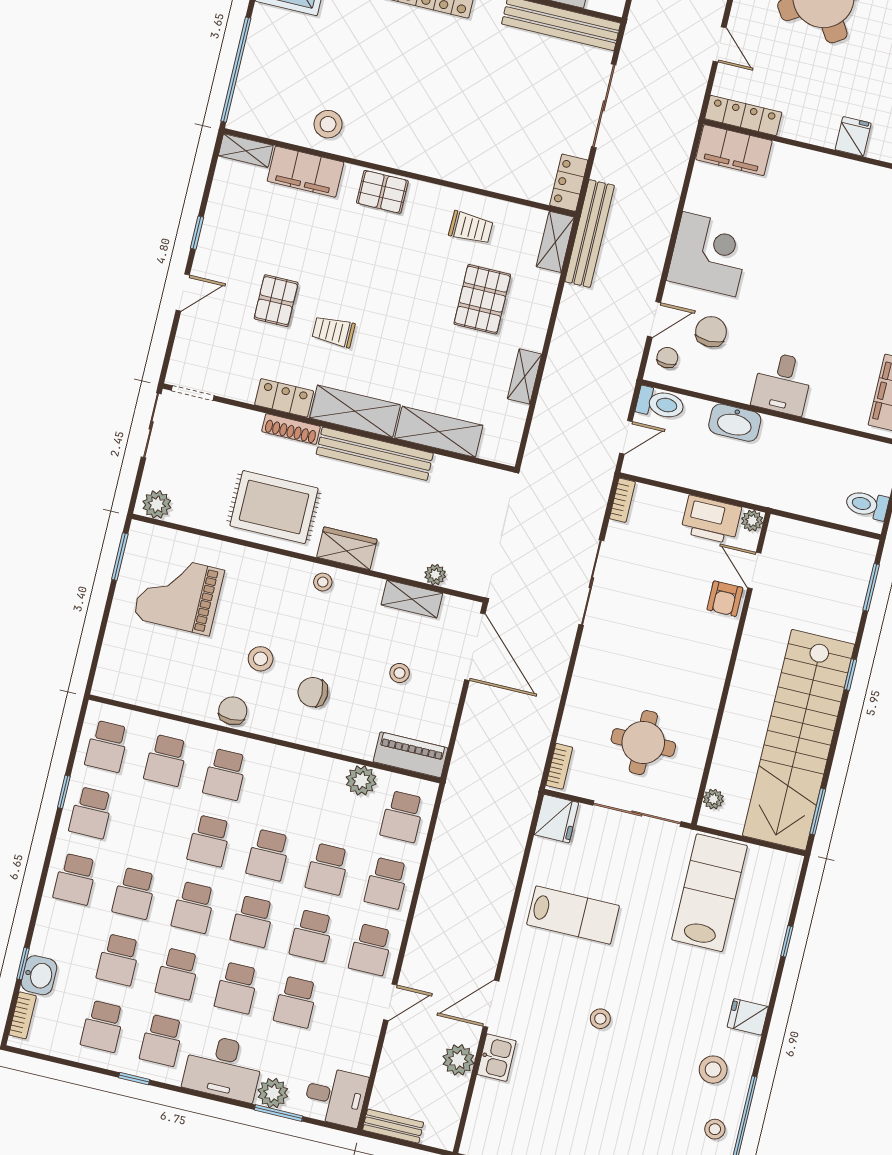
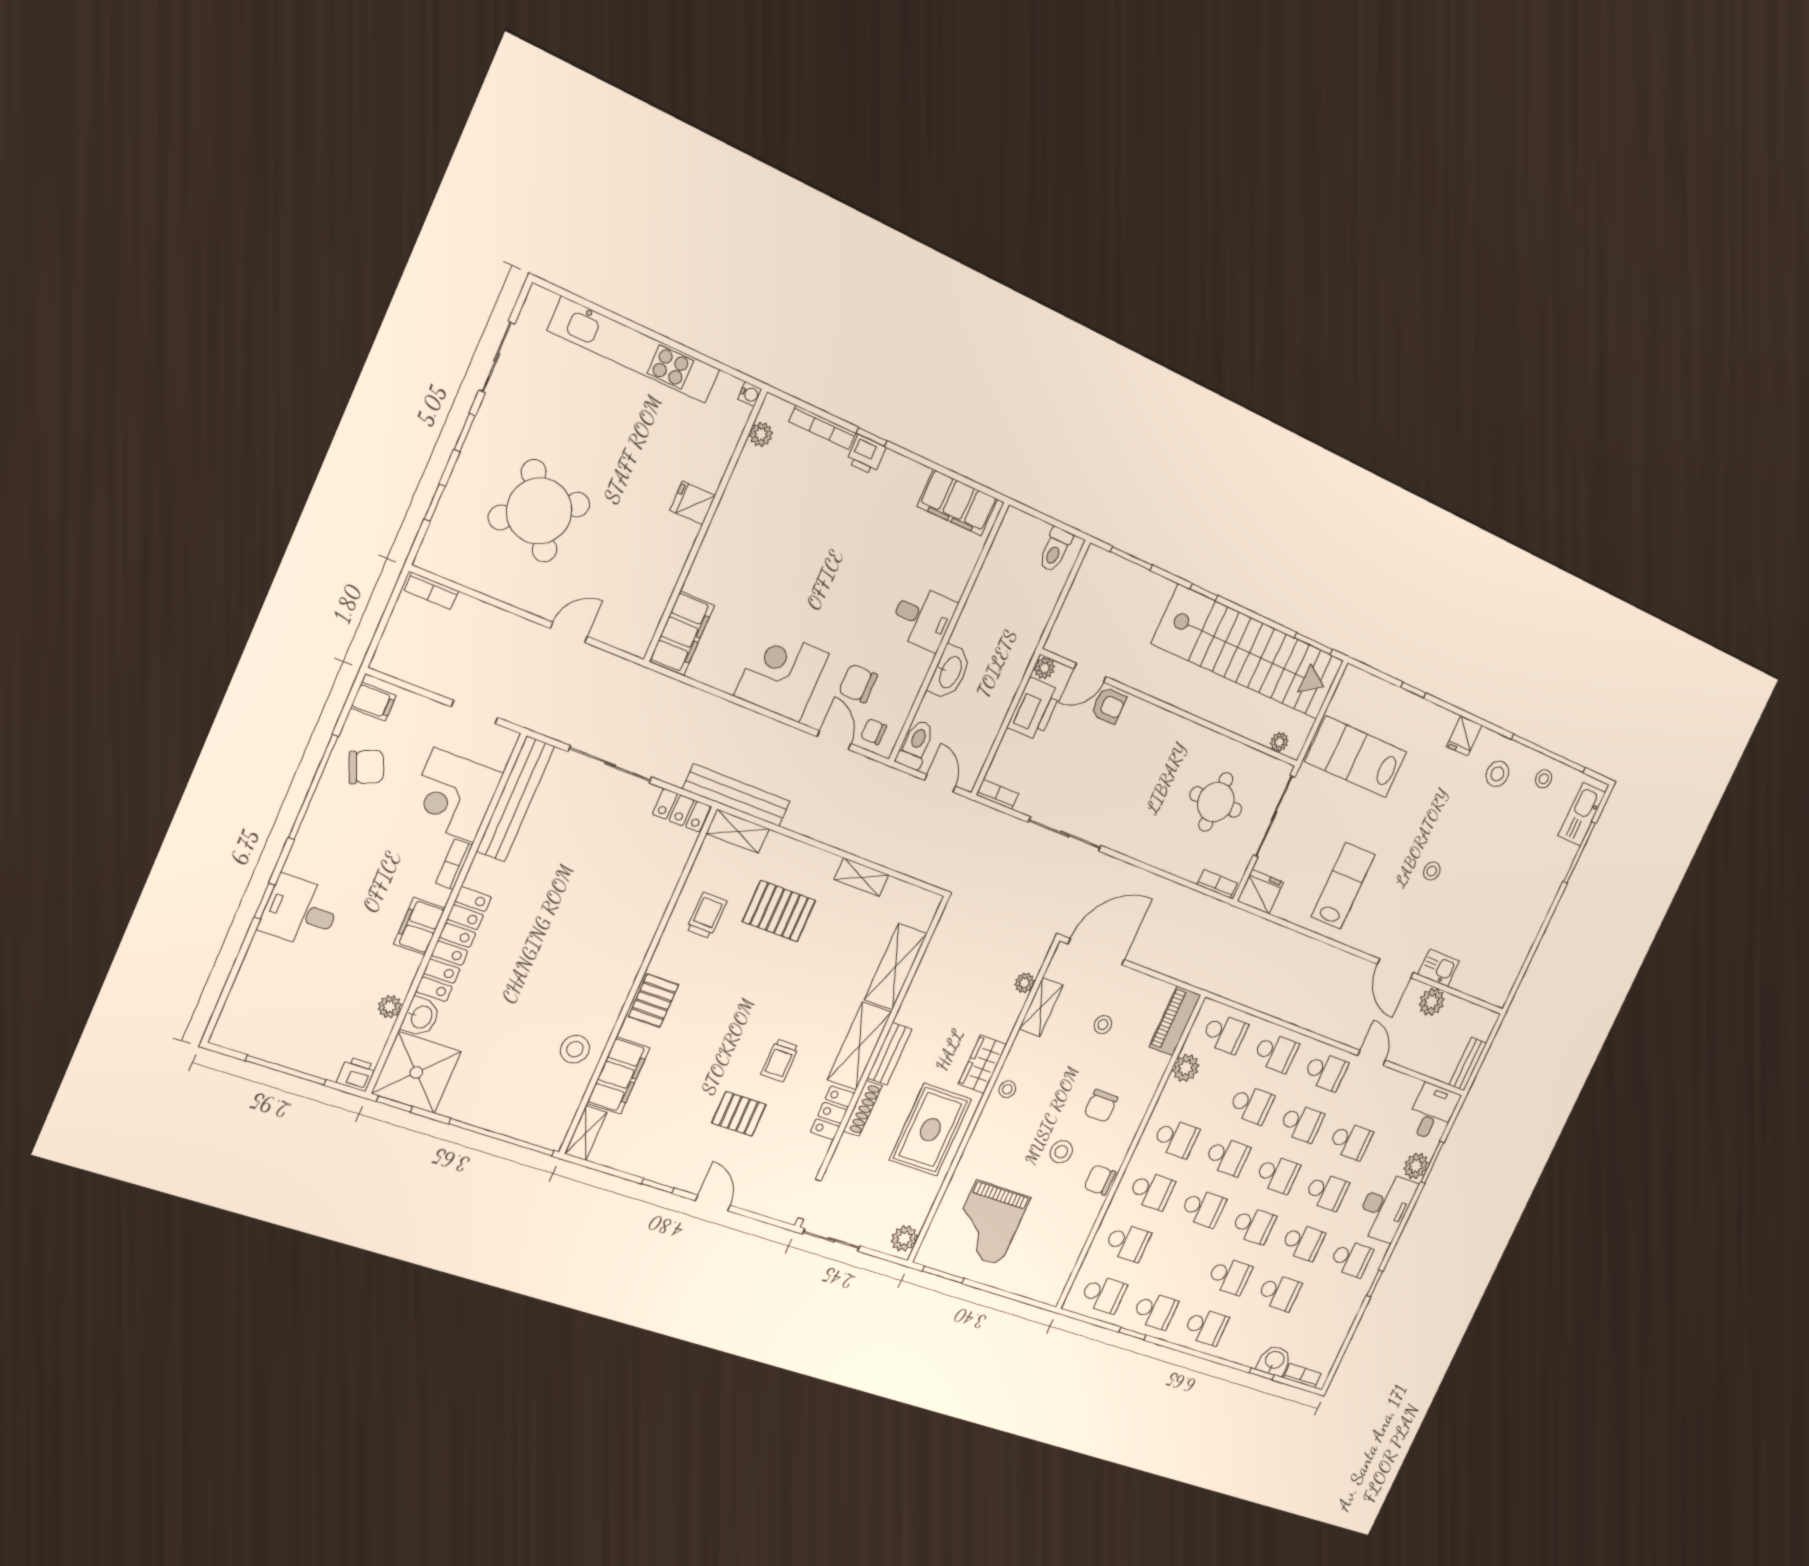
locker: (743, 115) -> (648, 618), removed
bench: (375, 454) -> (890, 1054), width x0.54, depth x0.82
school desk: (103, 1026) -> (1176, 1138), moved

